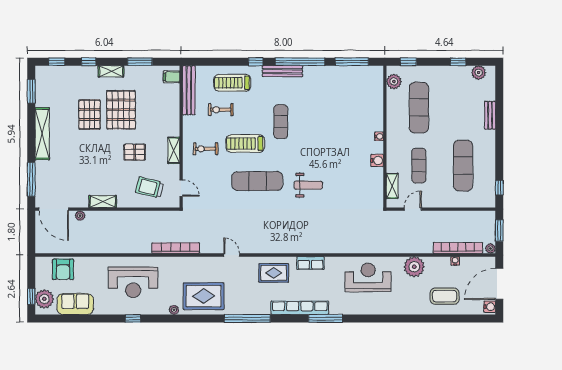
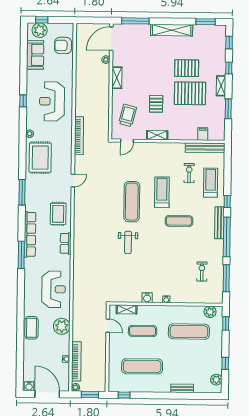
filing cabinet: (172, 77) -> (203, 134), moved
exercise bike: (206, 149) -> (202, 272), moved
coffee table: (445, 296) -> (31, 328), moved
window: (247, 318) -> (22, 192), width x0.68

